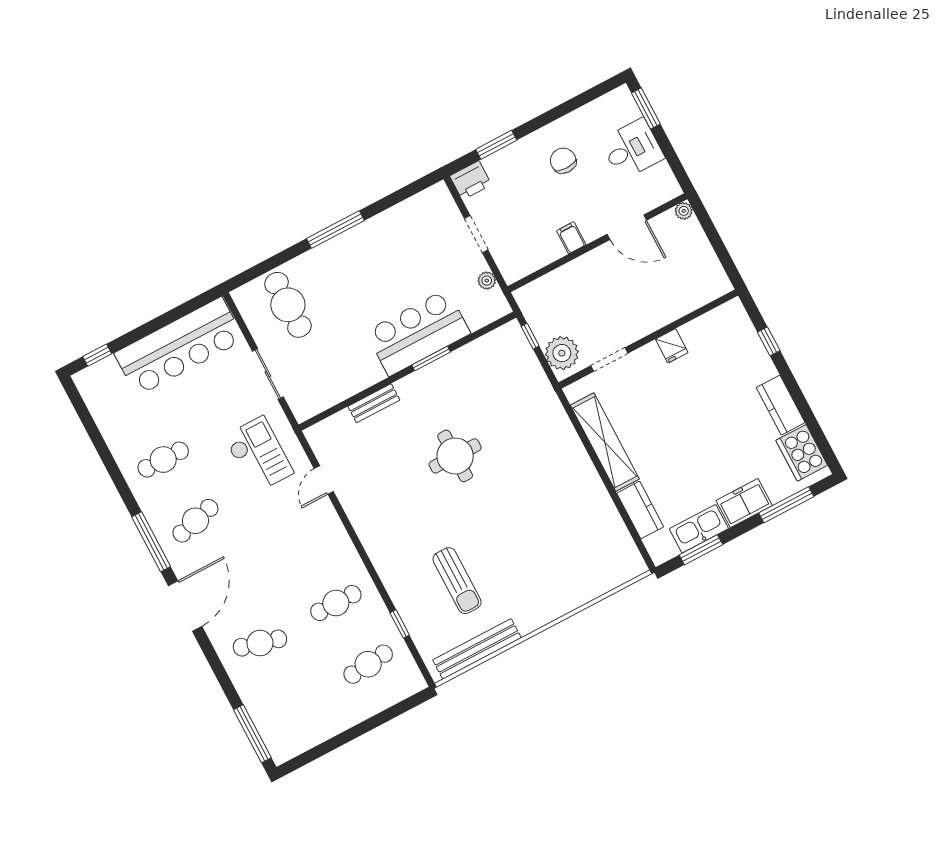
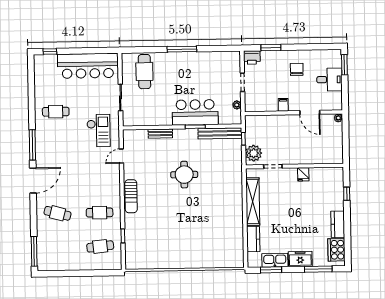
cafe table: (195, 521) -> (56, 146), removed
sun lounger: (457, 581) -> (131, 196), moved
bench: (477, 649) -> (220, 133), moved

